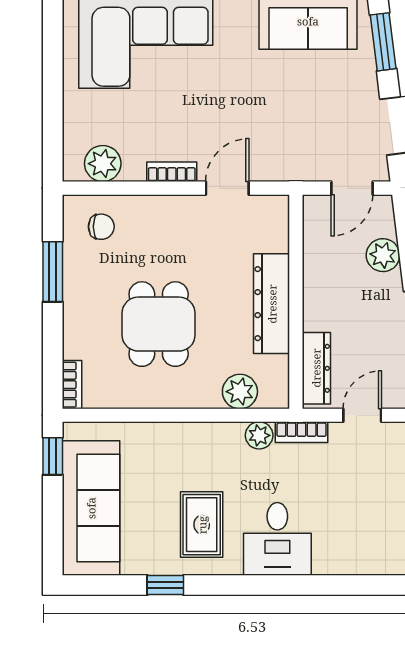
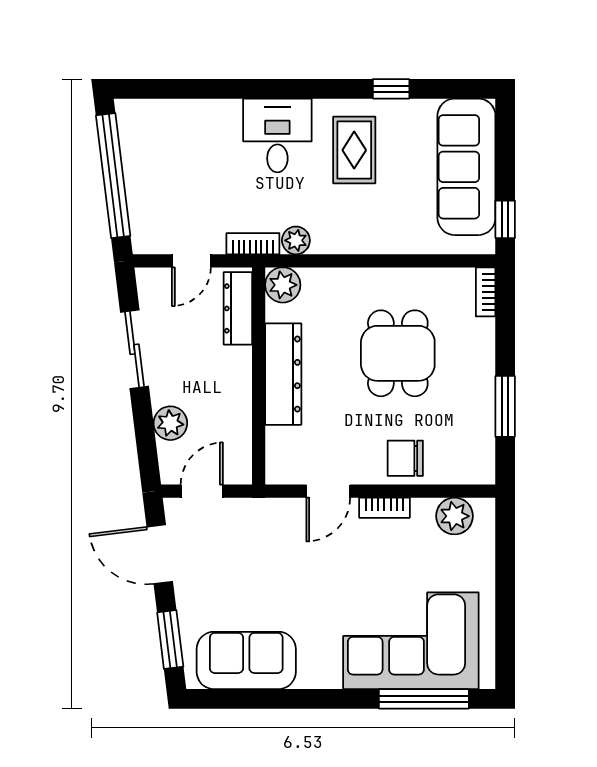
chair: (101, 227) -> (405, 458), moved, width x1.37, depth x1.37
plant: (240, 392) -> (283, 285), moved

